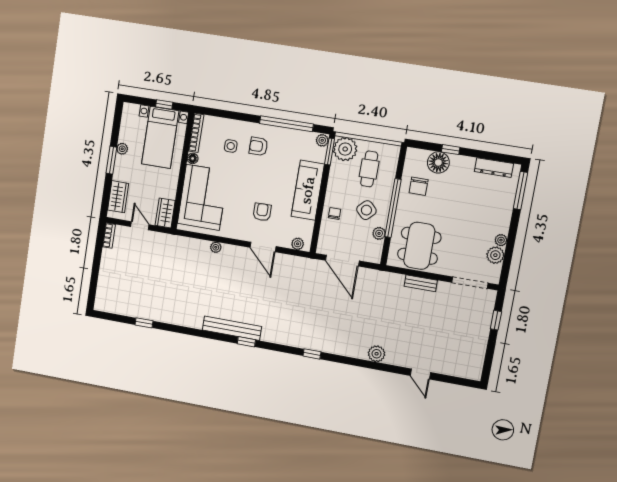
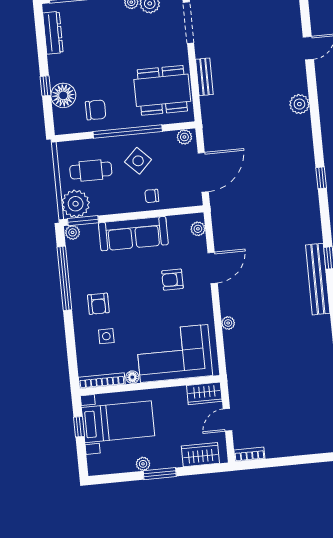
plant: (379, 233) -> (184, 137), moved

